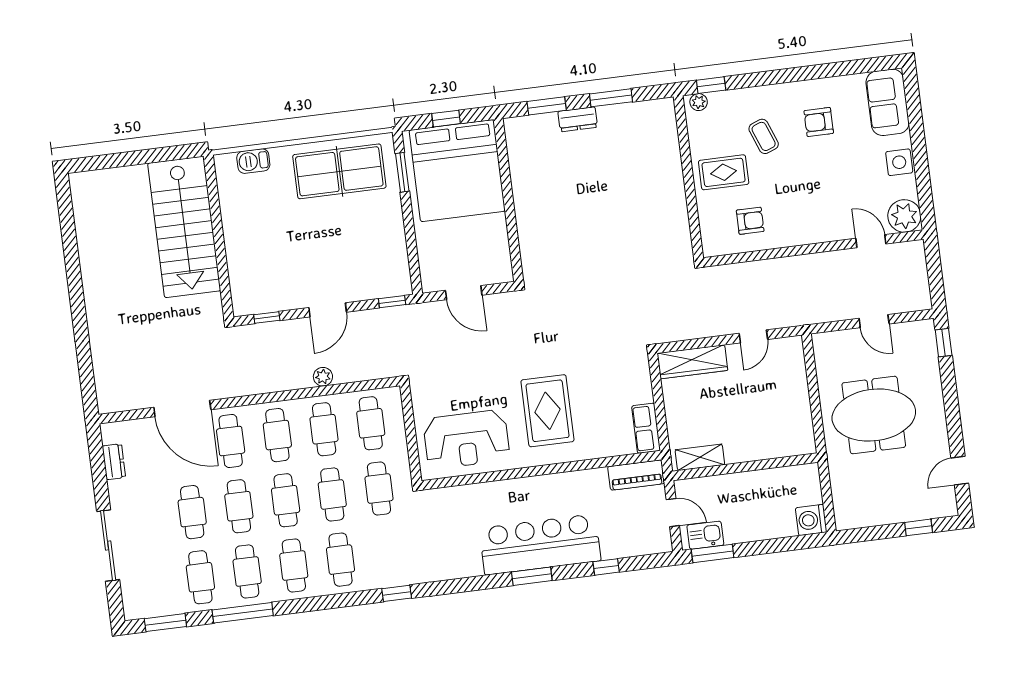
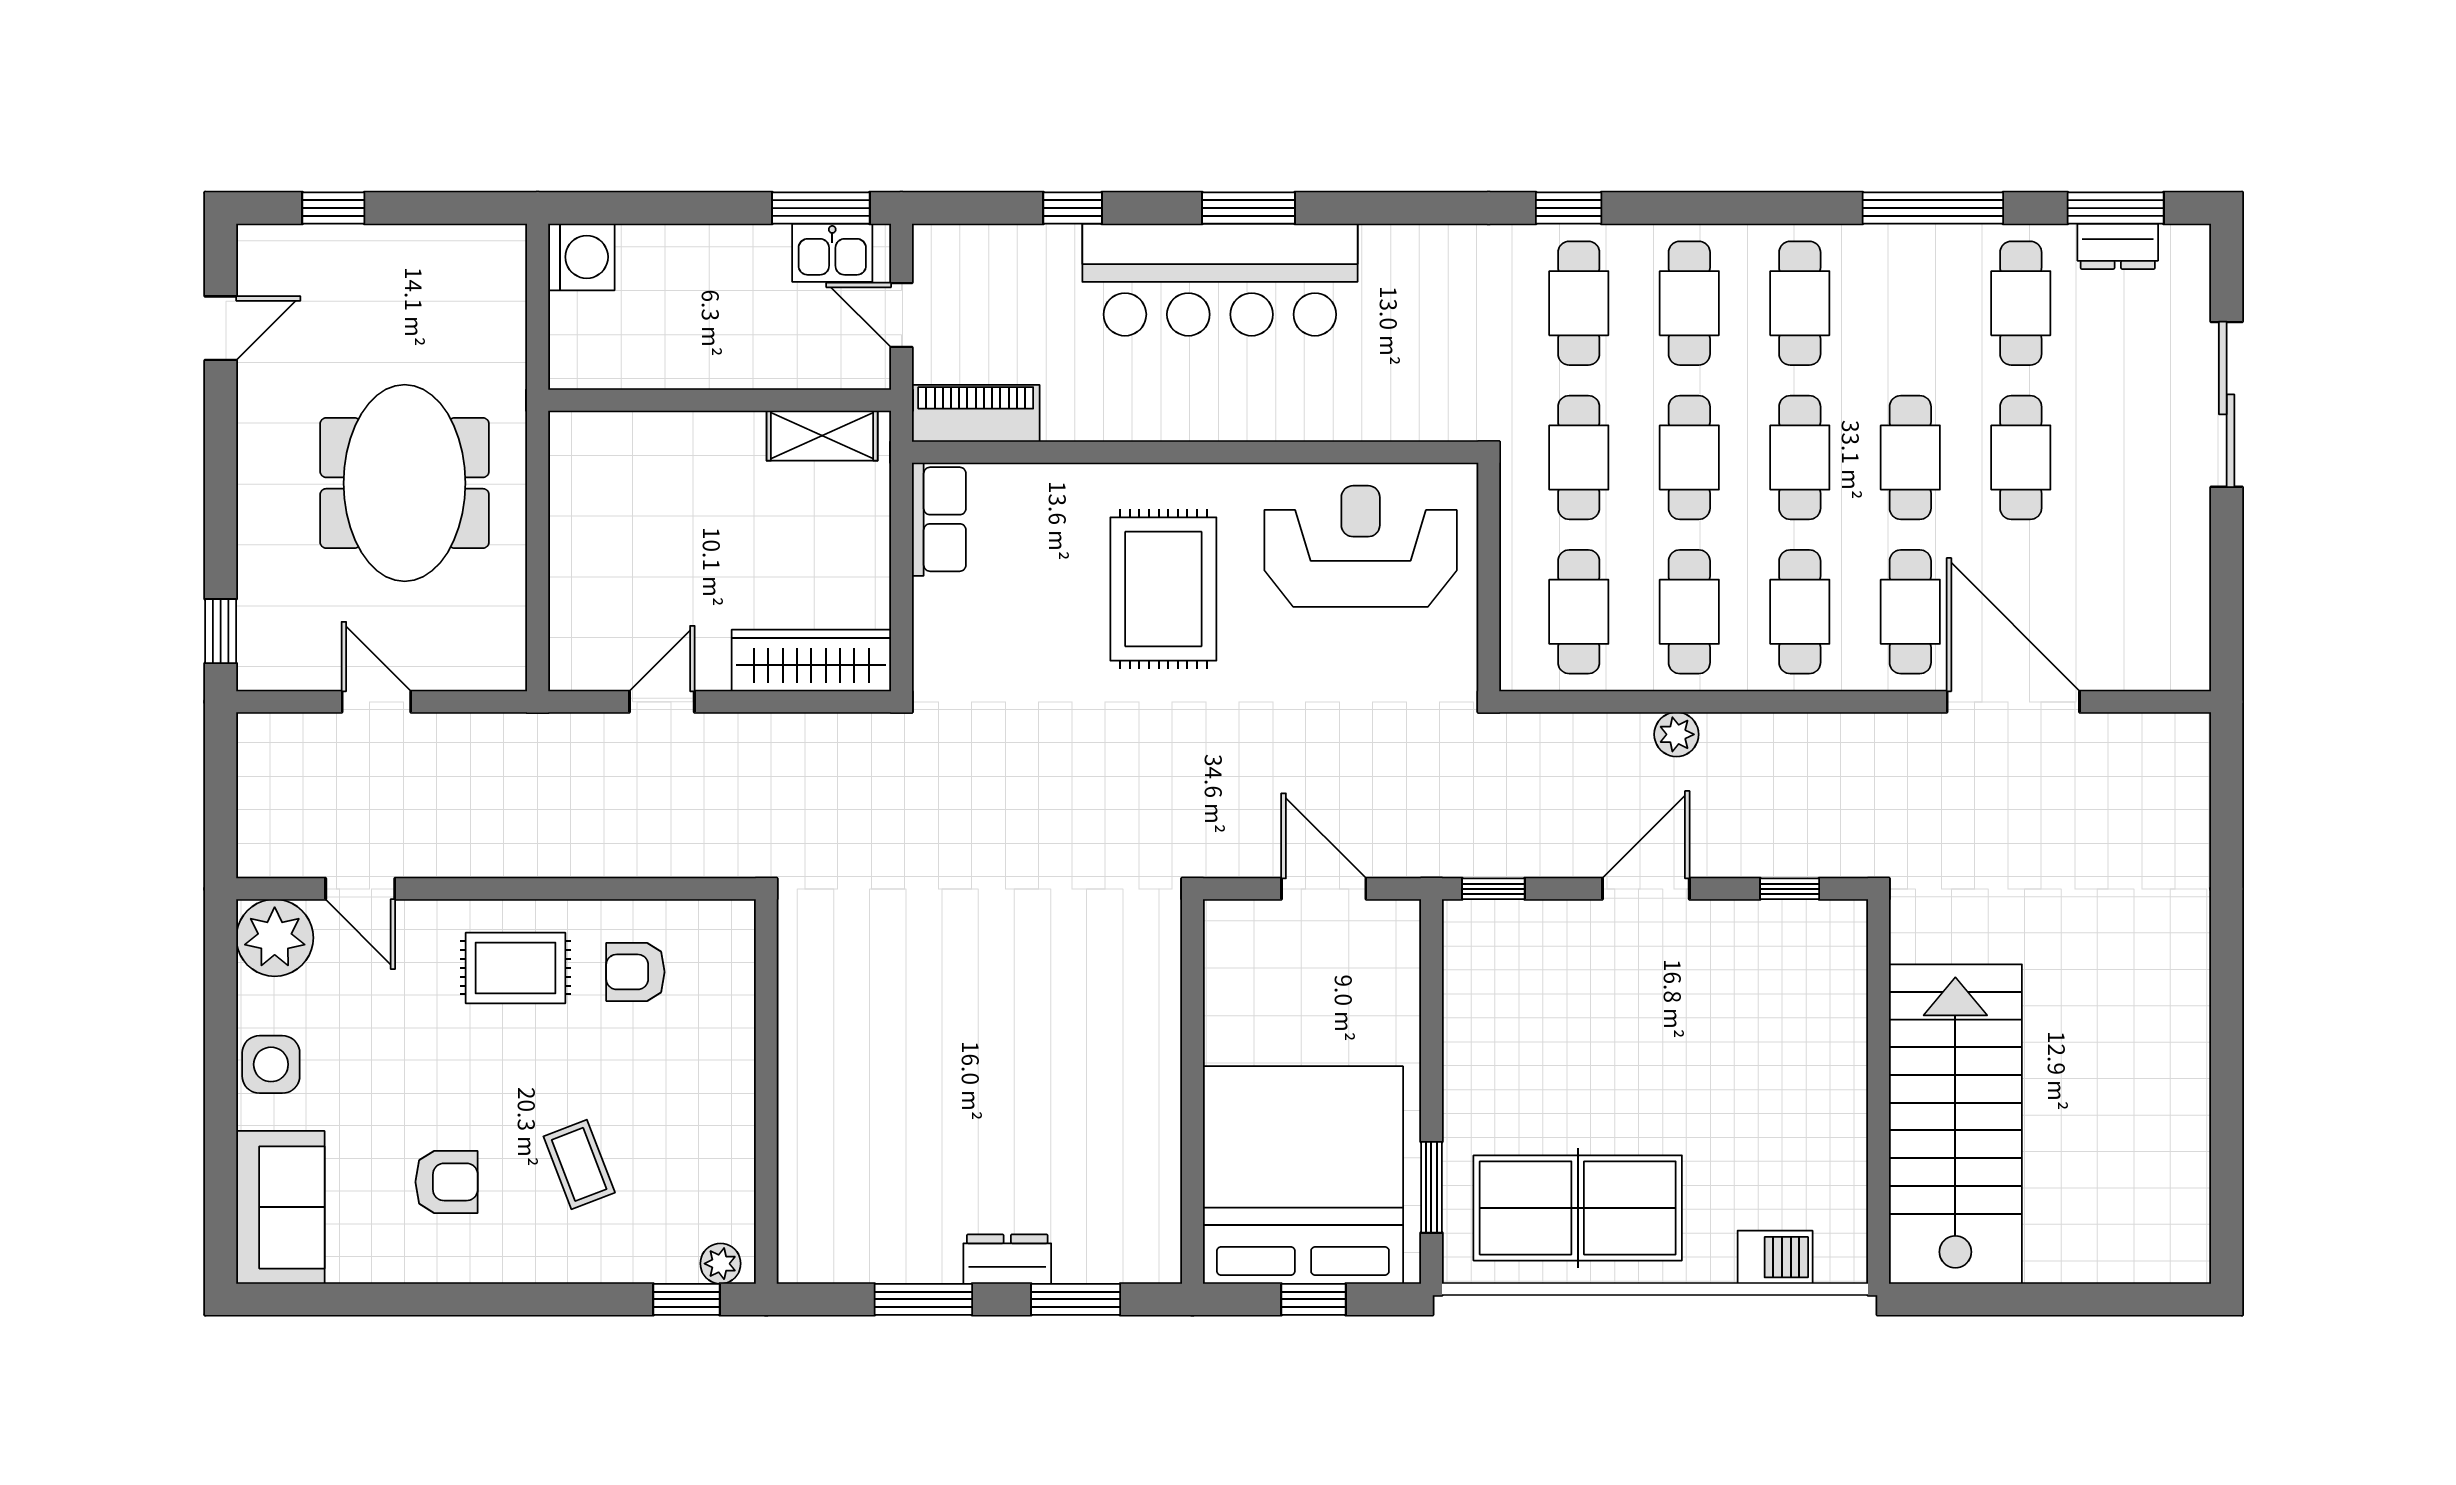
rug: (724, 172) -> (516, 968), moved
meeting table: (874, 415) -> (405, 483), turned 90
dresser: (114, 462) -> (2118, 246), moved, turned -90
cafe table: (247, 571) -> (1579, 303), moved

